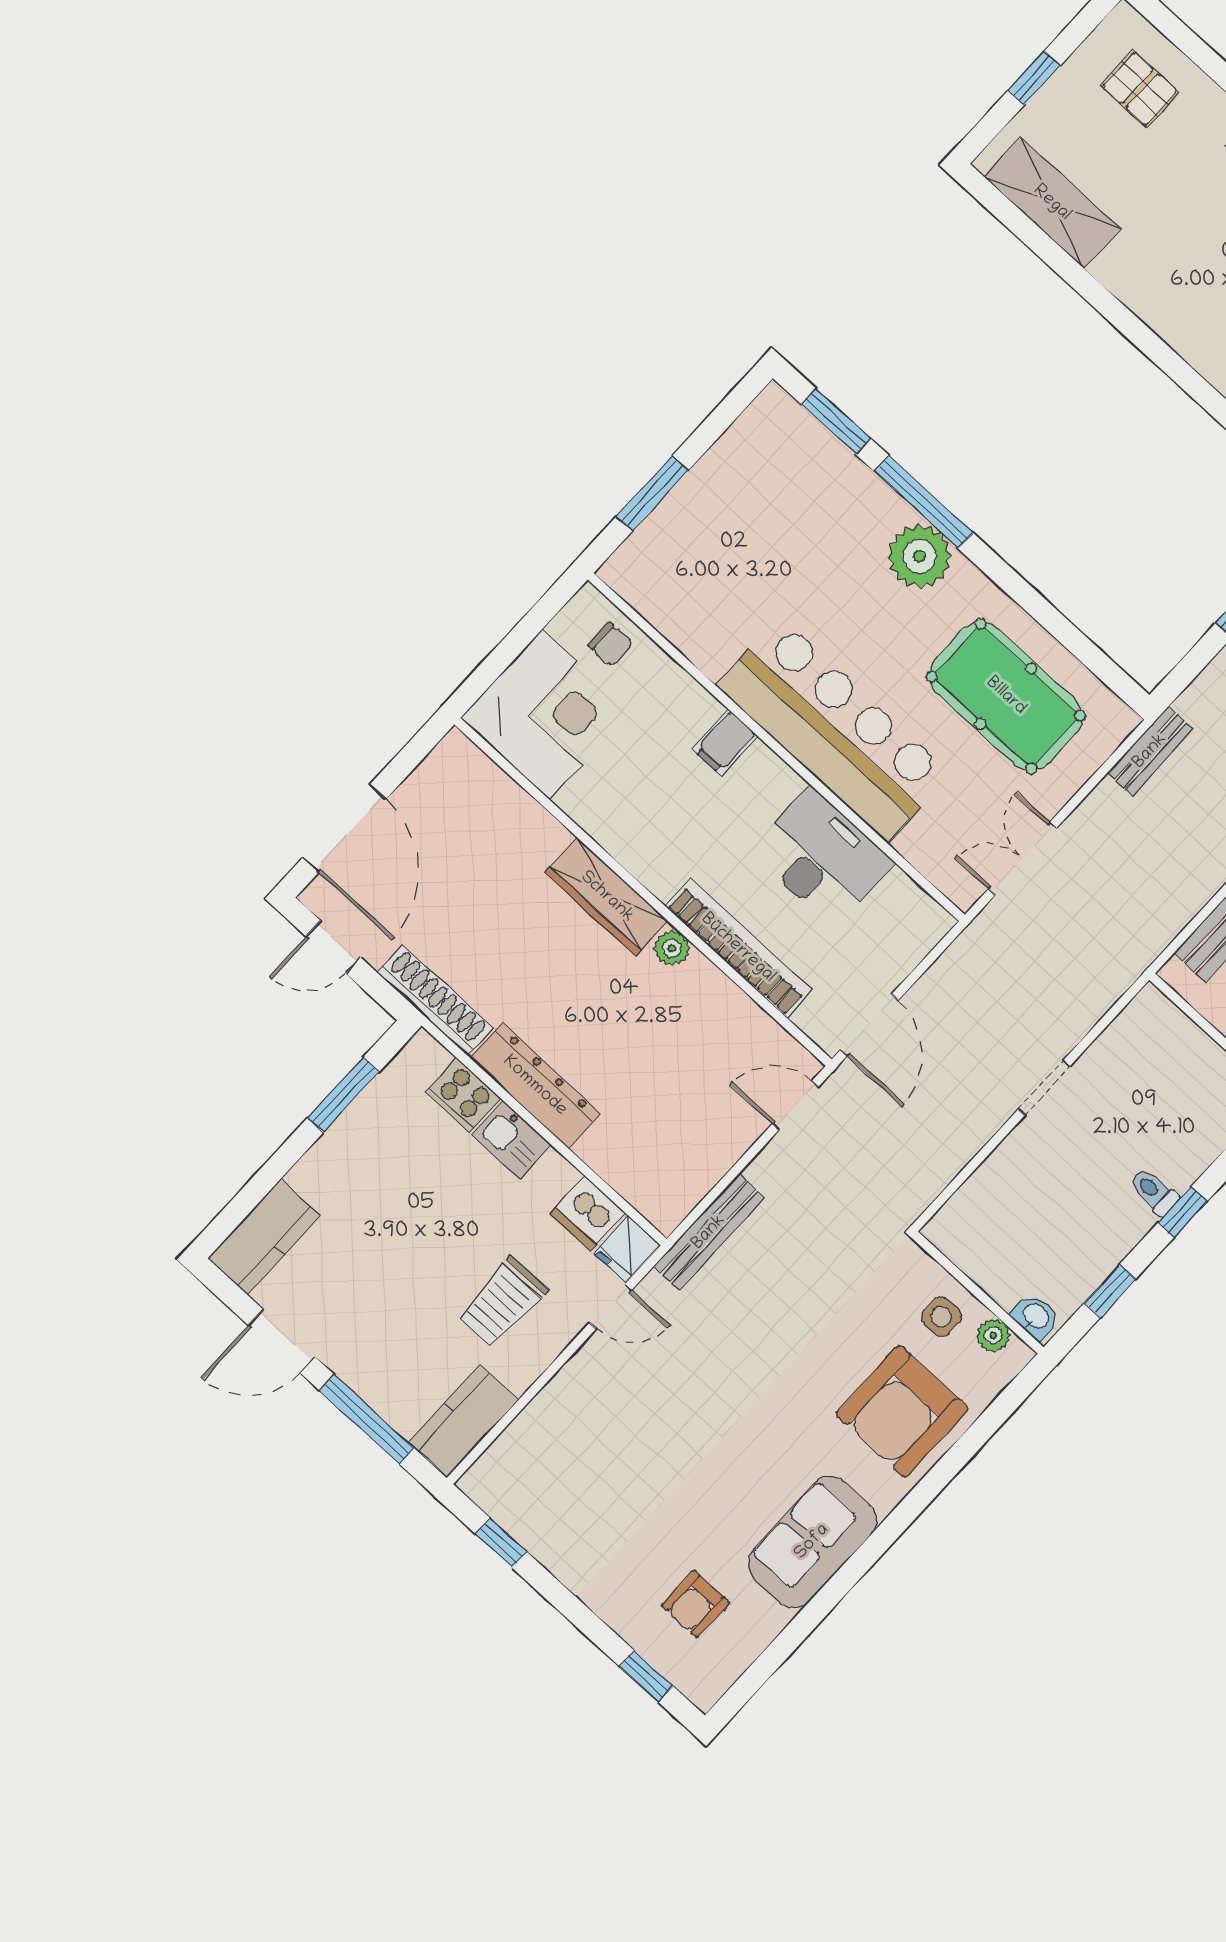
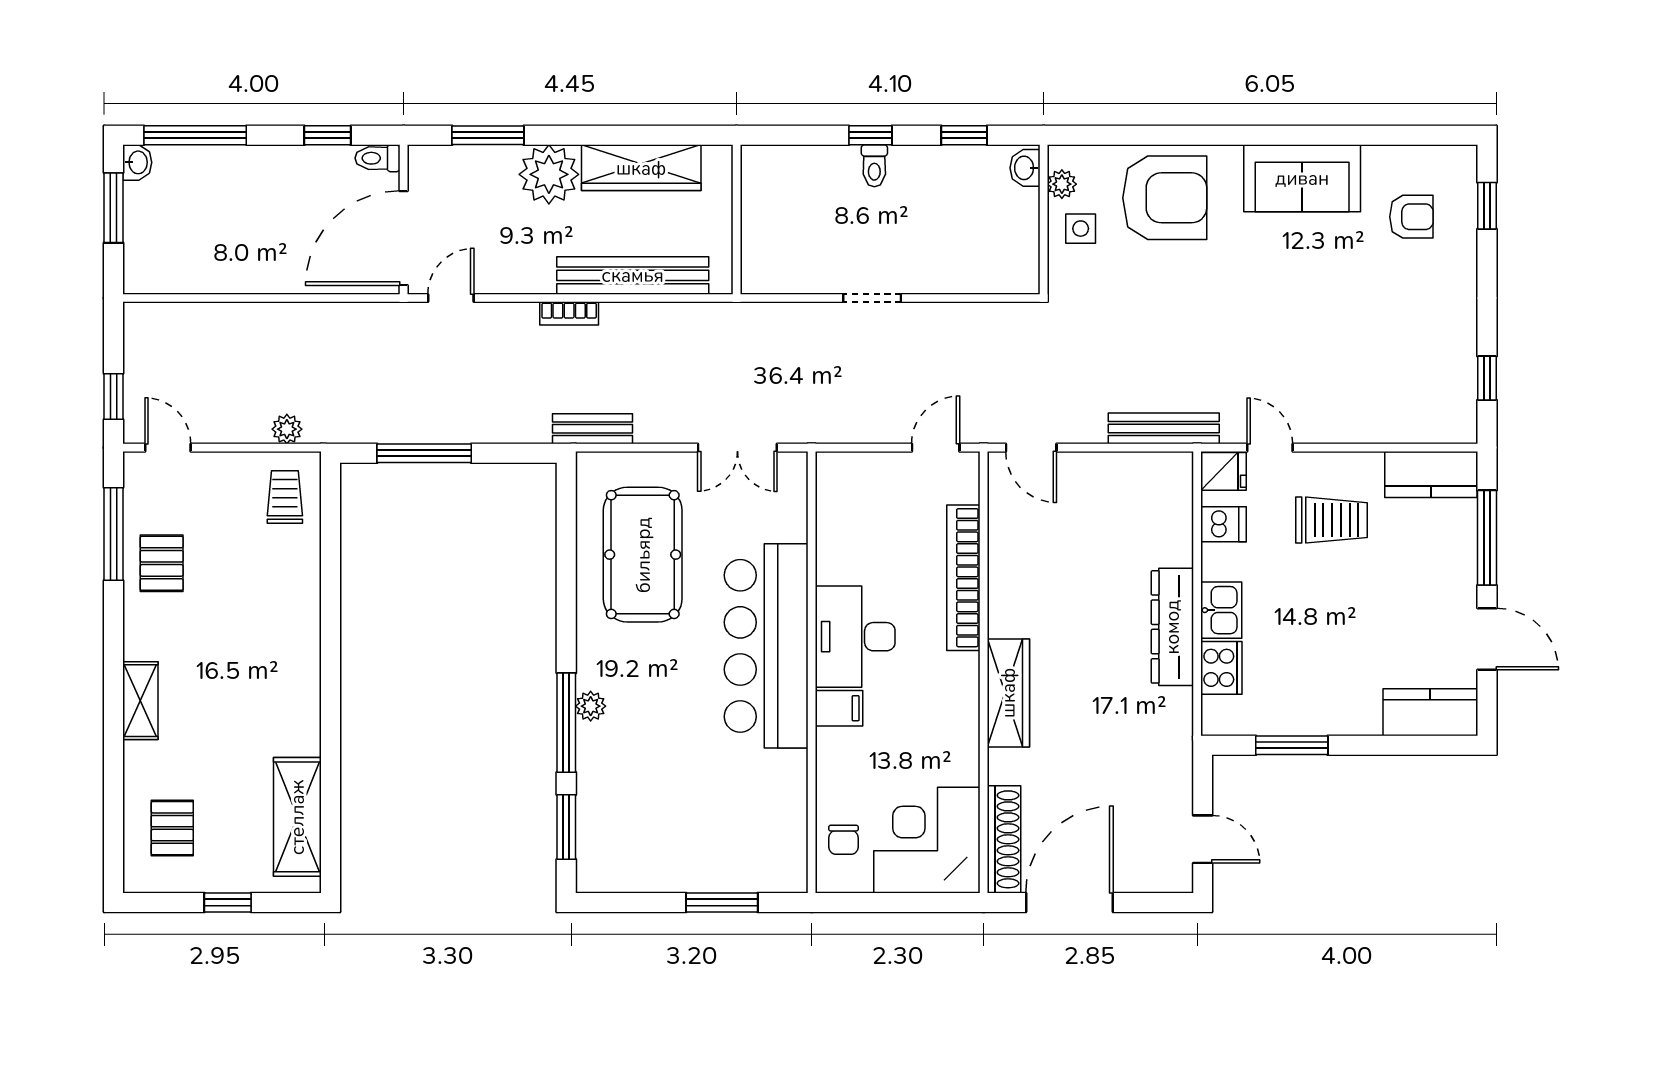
plant: (919, 556) -> (591, 706), width x0.53, depth x0.53
chair: (611, 644) -> (844, 840), turned 180
door: (344, 828) -> (1069, 902), moved
desk: (822, 857) -> (855, 637), moved
plant: (672, 948) -> (1003, 620), removed
shoe rack: (435, 1000) -> (1004, 839), moved, turned 180
door: (869, 1025) -> (936, 448), width x0.73
dishwasher: (588, 1213) -> (1223, 524), width x0.73

